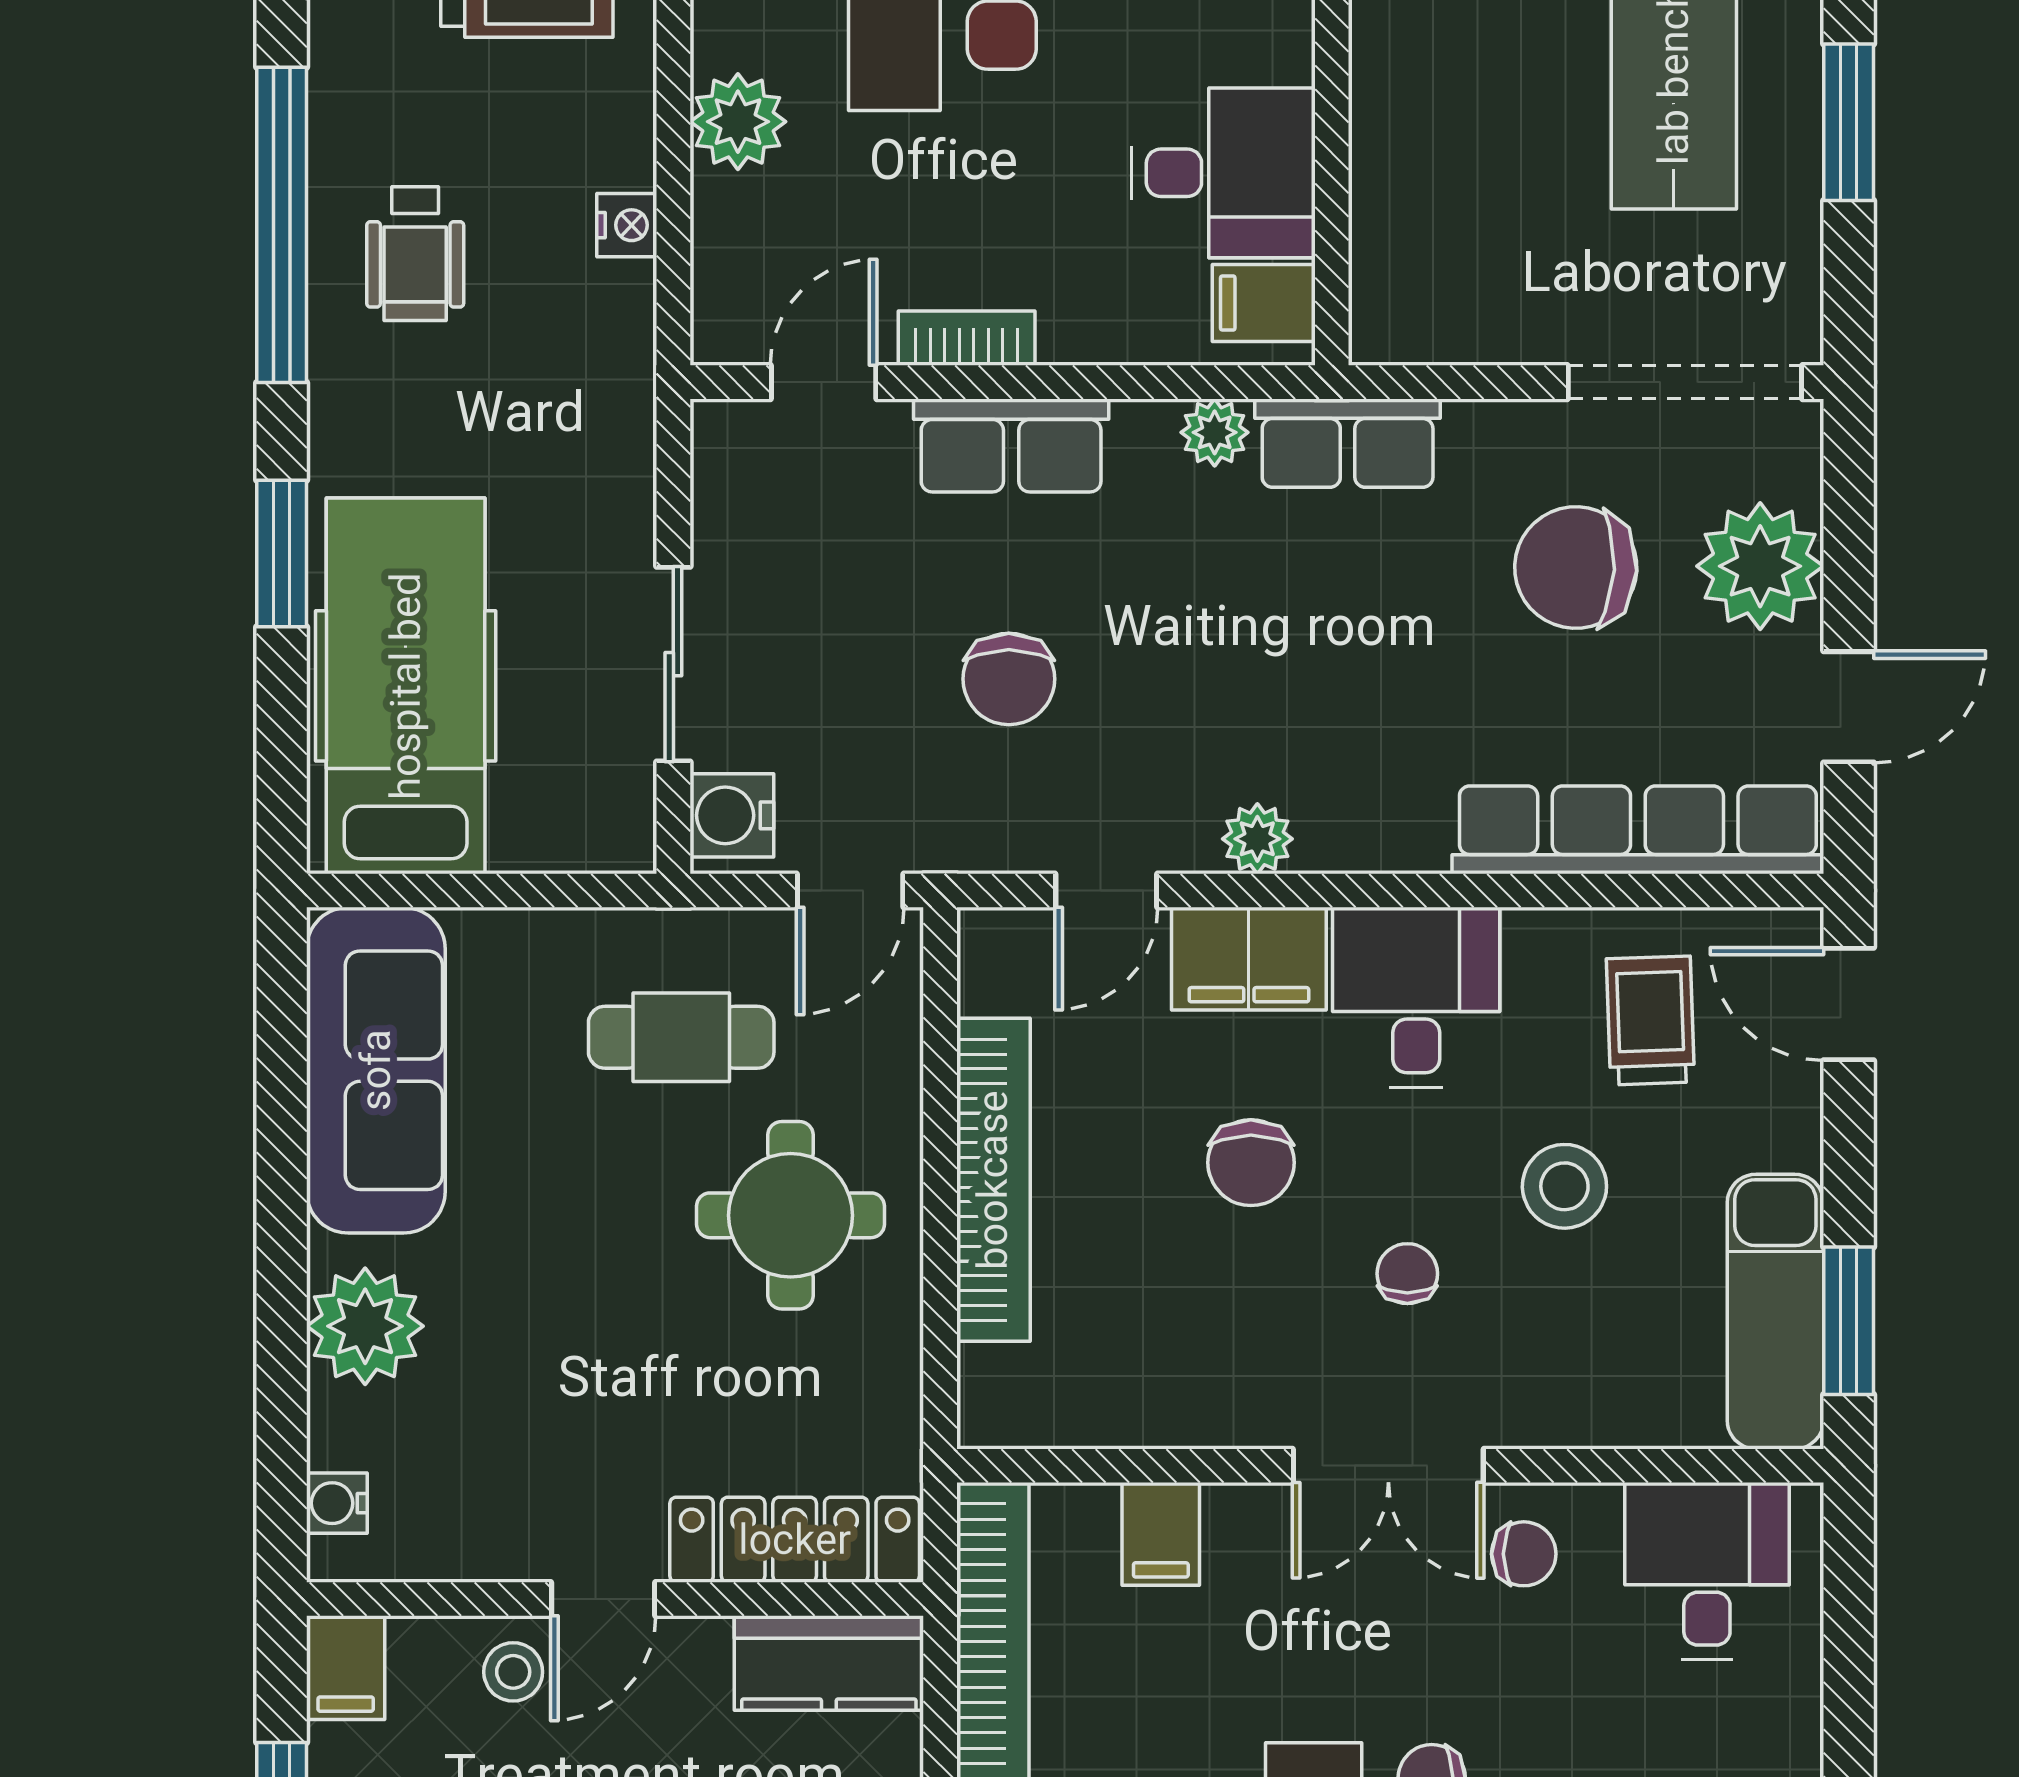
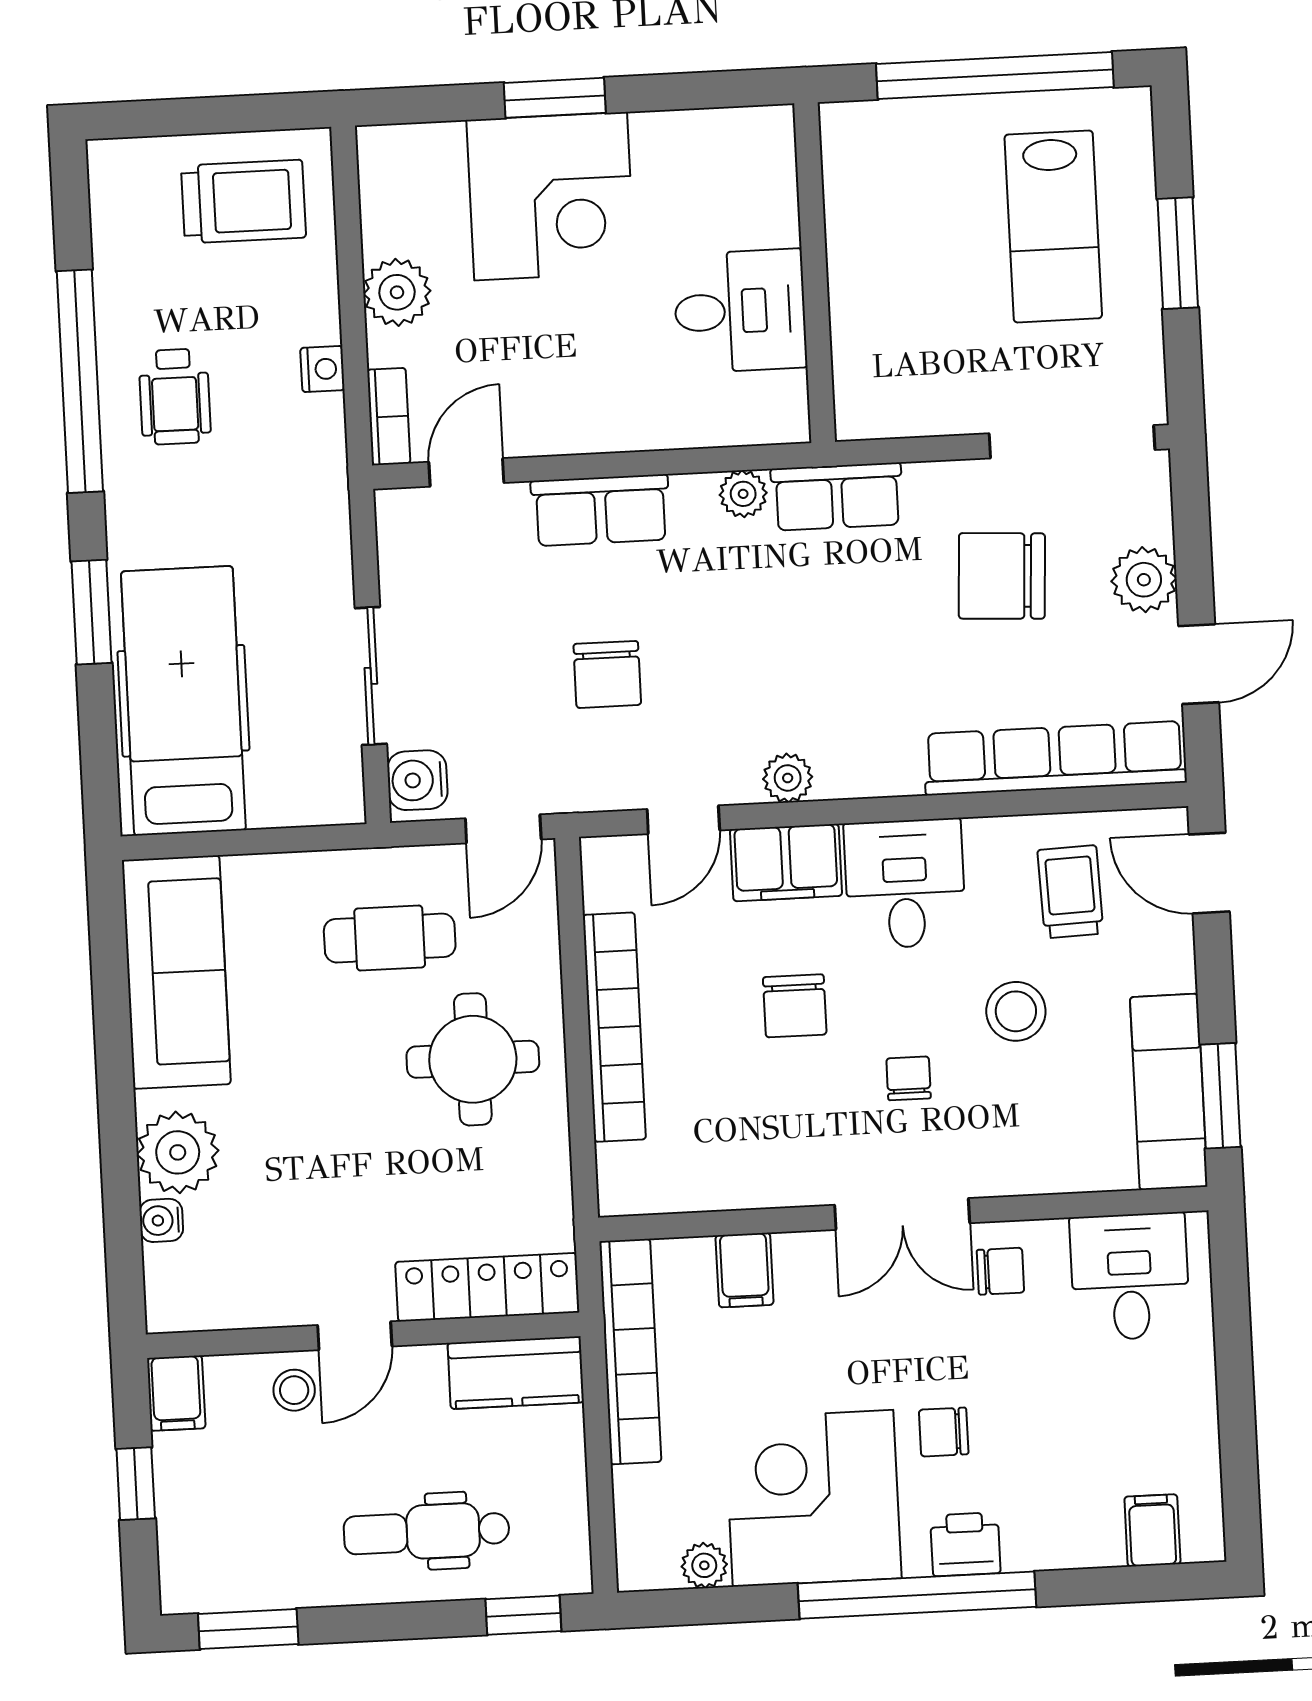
filing cabinet: (1264, 303) -> (773, 401), removed
bookcase: (967, 338) -> (389, 416), moved, turned 90
plant: (1760, 566) -> (1144, 580), width x0.73, depth x0.73
water cooler: (337, 1503) -> (161, 1220), moved

